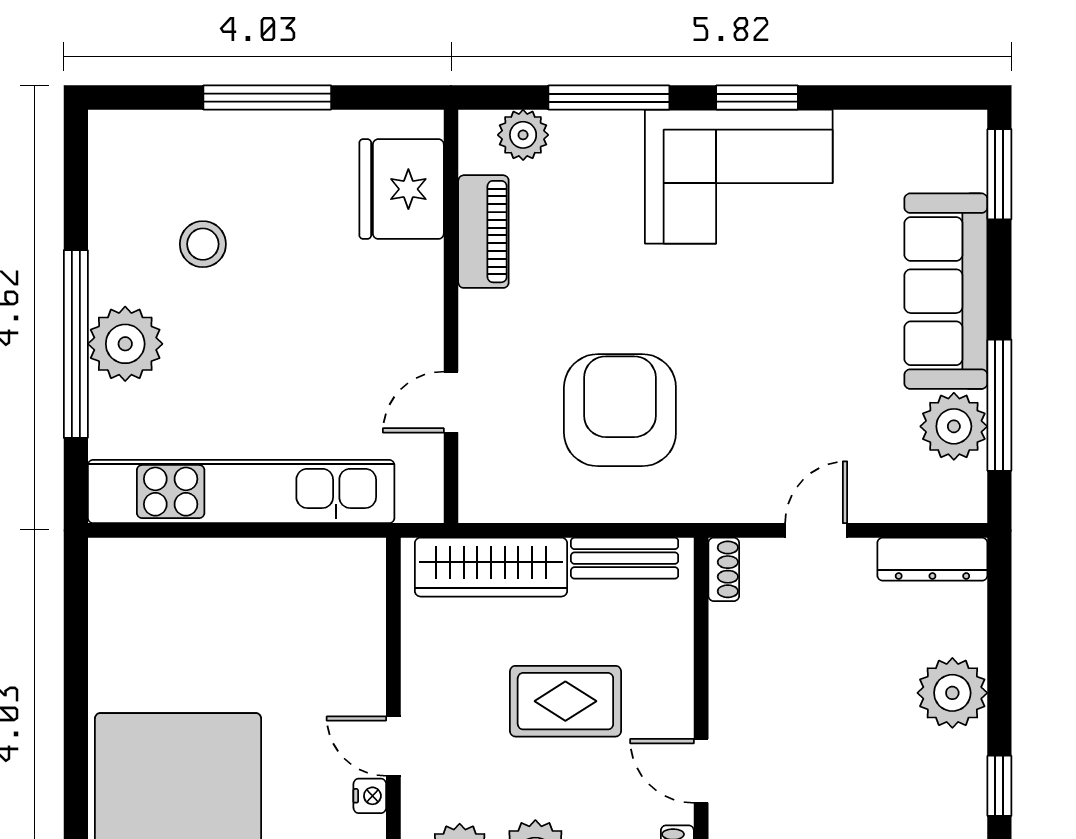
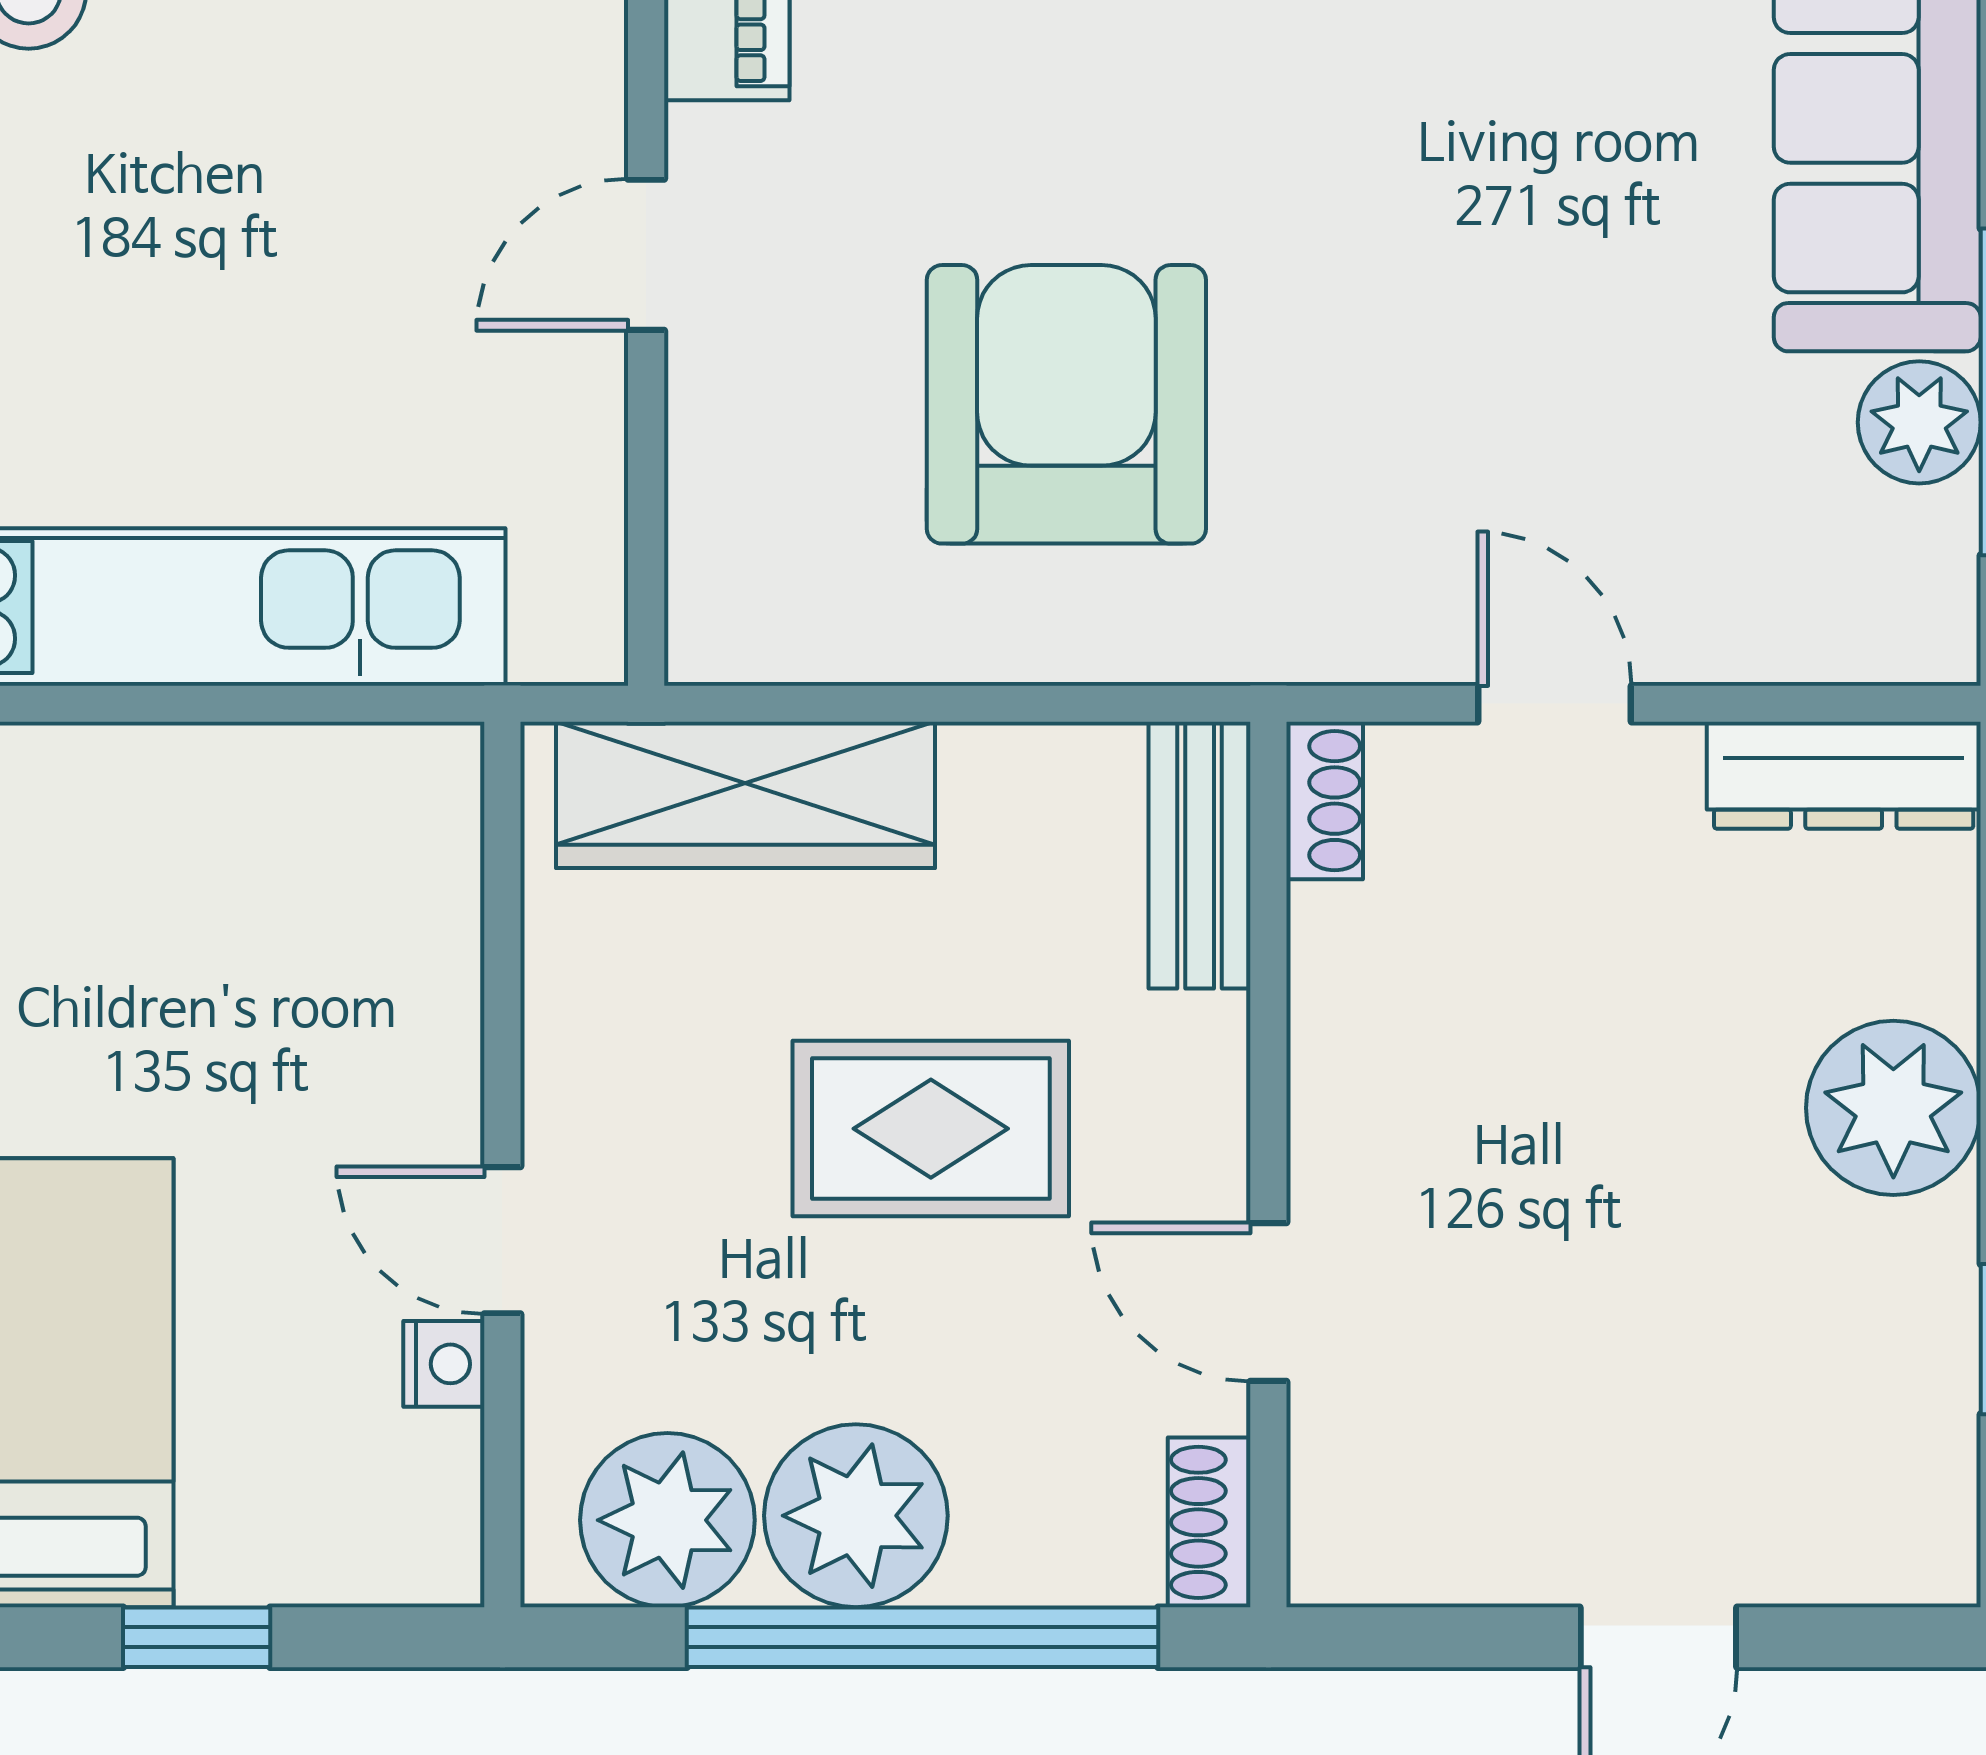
door: (451, 402) -> (646, 255), moved
plant: (954, 426) -> (1919, 422), width x0.73, depth x0.73
door: (816, 530) -> (1554, 704), hinge flipped
bench: (625, 558) -> (1200, 855), moved, turned 90

